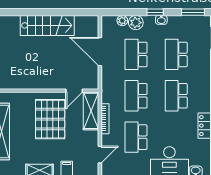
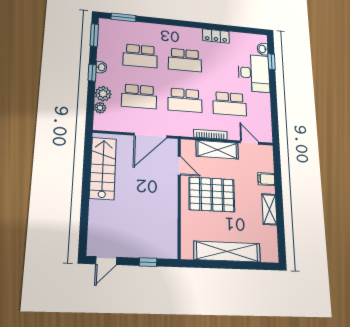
stairs: (47, 25) -> (103, 168), moved
door: (100, 52) -> (150, 136), moved
shelving: (91, 111) -> (217, 150), moved

